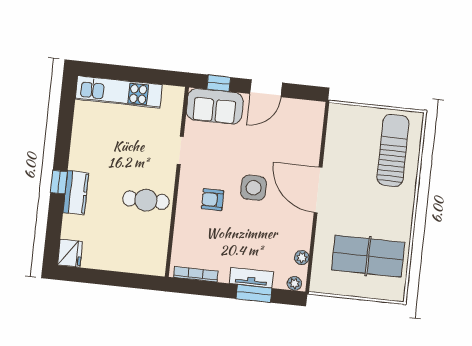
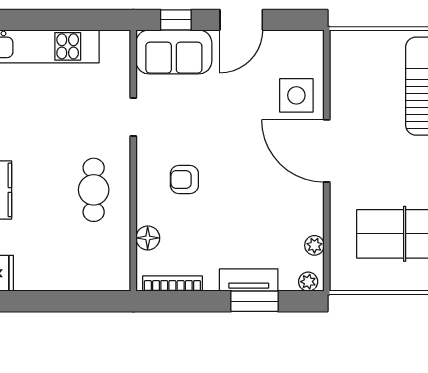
side table: (254, 188) -> (296, 95), moved
cafe table: (146, 200) -> (94, 190), turned 90
floor lamp: (181, 239) -> (148, 238), added

